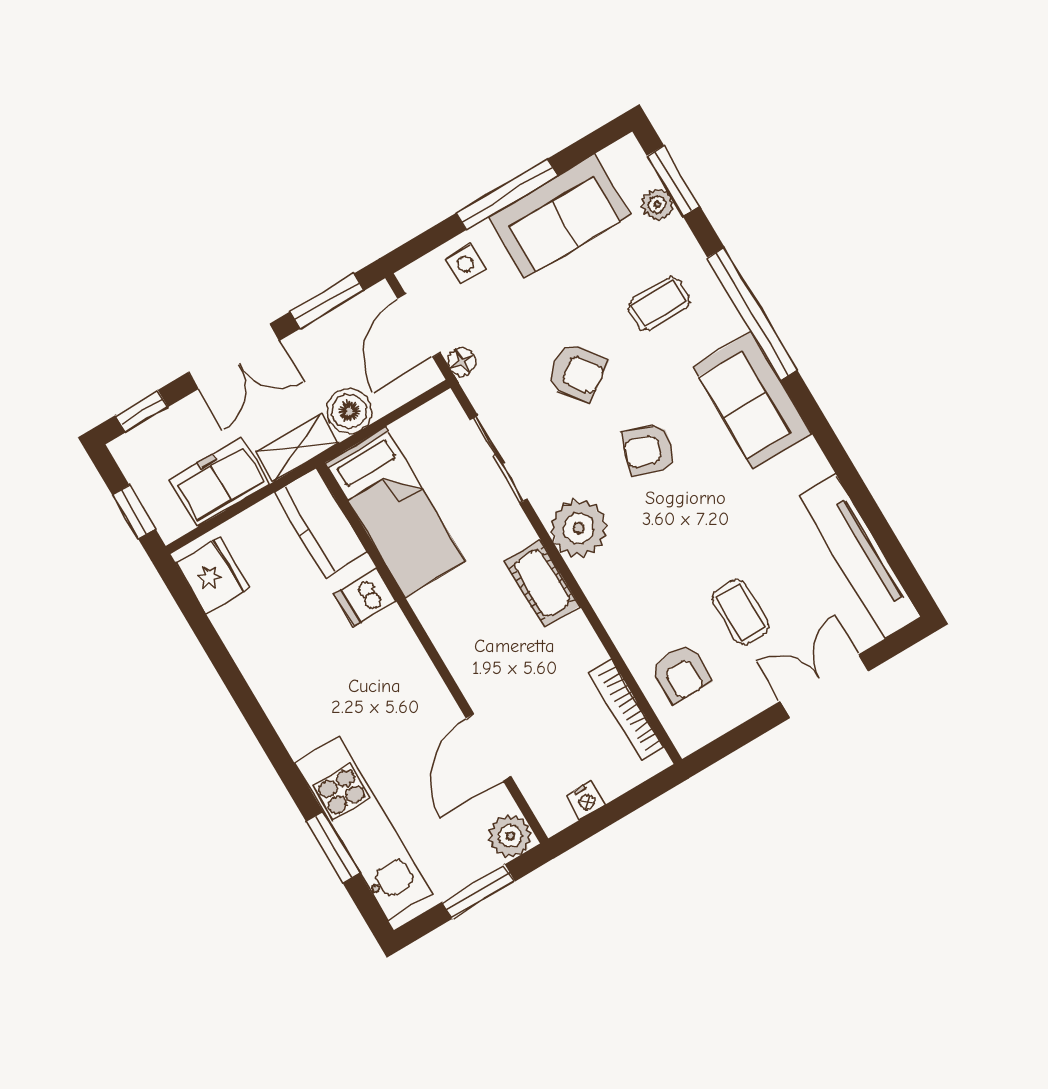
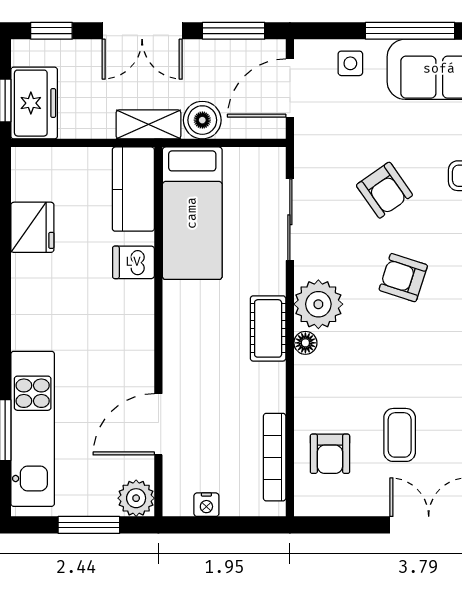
floor lamp: (462, 362) -> (305, 343), moved
freezer: (220, 482) -> (34, 103), moved, turned 90
fridge: (213, 575) -> (32, 227), moved

